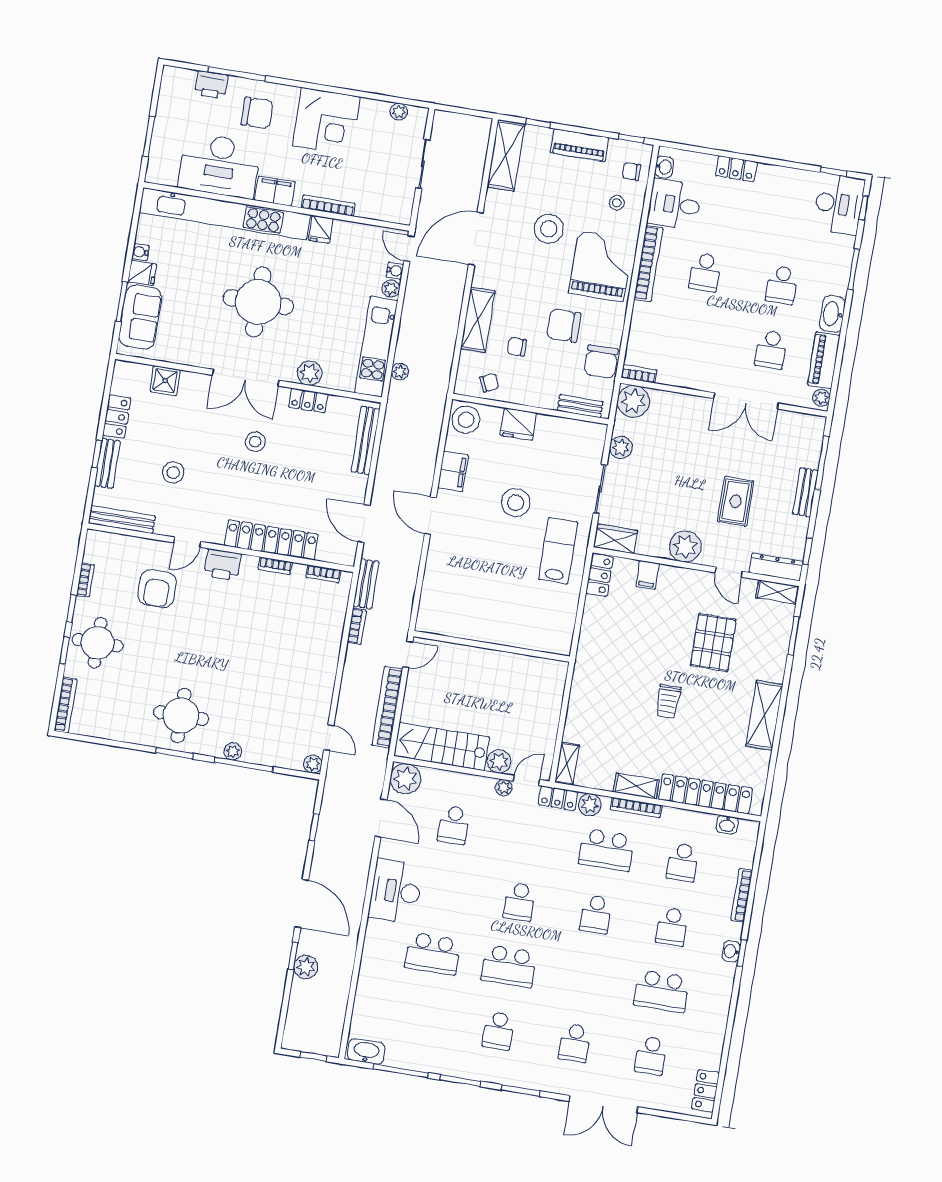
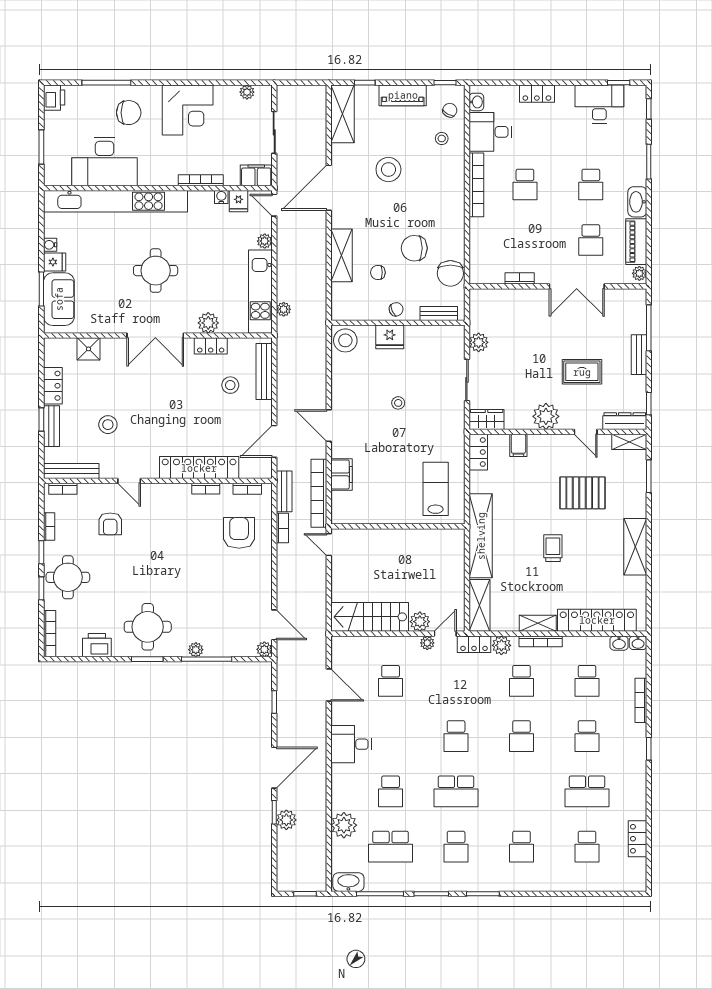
printer: (211, 85) -> (54, 98), moved, turned -90
chair: (632, 171) -> (450, 110), turned 117
filing cabinet: (275, 191) -> (256, 175), moved
desk: (839, 204) -> (599, 104), moved, turned -90
fridge: (321, 229) -> (238, 201), moved
grand piano: (601, 266) -> (437, 194), removed
water cooler: (395, 271) -> (221, 197), moved, turned -90
round table: (258, 302) -> (156, 271), width x0.73, depth x0.73
bookcase: (639, 374) -> (520, 278), moved
chair: (489, 383) -> (396, 309), moved
plant: (633, 401) -> (483, 302), removed
stool: (255, 442) -> (230, 385), moved
filing cabinet: (453, 471) -> (342, 474), moved
rug: (736, 501) -> (582, 372), turned 90
stool: (516, 503) -> (398, 403), width x0.53, depth x0.53
door: (364, 524) -> (274, 441), hinge flipped
bookcase: (109, 539) -> (63, 489), added
door: (187, 542) -> (129, 481), hinge flipped
lab bench: (558, 551) -> (436, 489), moved
printer: (223, 565) -> (97, 645), moved, turned 180
armchair: (157, 589) -> (110, 524), width x0.72, depth x0.72
armchair: (305, 624) -> (239, 533), added
pallet: (713, 643) -> (582, 493), turned 90
door: (408, 654) -> (329, 545), swing flipped
shelving: (586, 673) -> (481, 536), added
trolley: (668, 701) -> (553, 548), turned 180
bookcase: (387, 707) -> (319, 493), moved
door: (329, 738) -> (274, 625), width x1.37
shelving: (567, 764) -> (480, 605), width x1.50, depth x1.33
plant: (405, 779) -> (344, 825), moved
school desk: (606, 850) -> (522, 681), width x0.54
desk: (396, 891) -> (351, 744), width x0.73
door: (302, 904) -> (274, 768), hinge flipped
washbasin: (731, 951) -> (638, 643), moved, turned -90
school desk: (433, 954) -> (391, 791), width x0.54
school desk: (422, 1018) -> (391, 847), added
locker: (706, 1091) -> (637, 839), moved
double door: (603, 1104) -> (554, 894), removed

